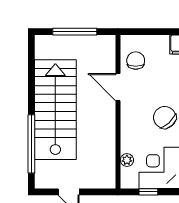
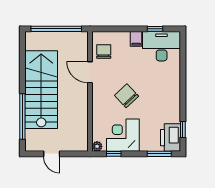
window: (75, 32) -> (56, 29), width x1.46
plant: (127, 160) -> (97, 146), moved

